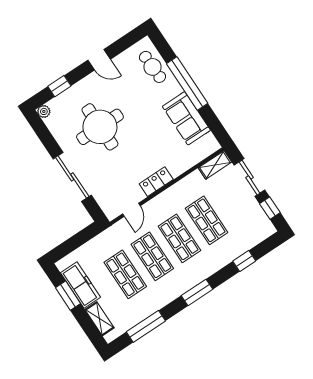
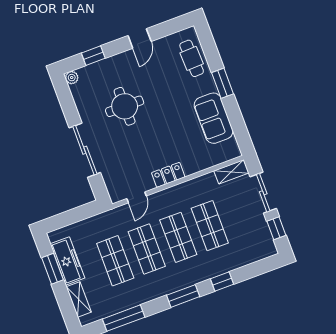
door: (99, 60) -> (140, 38), hinge flipped
window: (187, 83) -> (222, 83), width x0.47
round table: (100, 127) -> (125, 106), width x0.73, depth x0.73
window: (244, 261) -> (222, 282), moved

